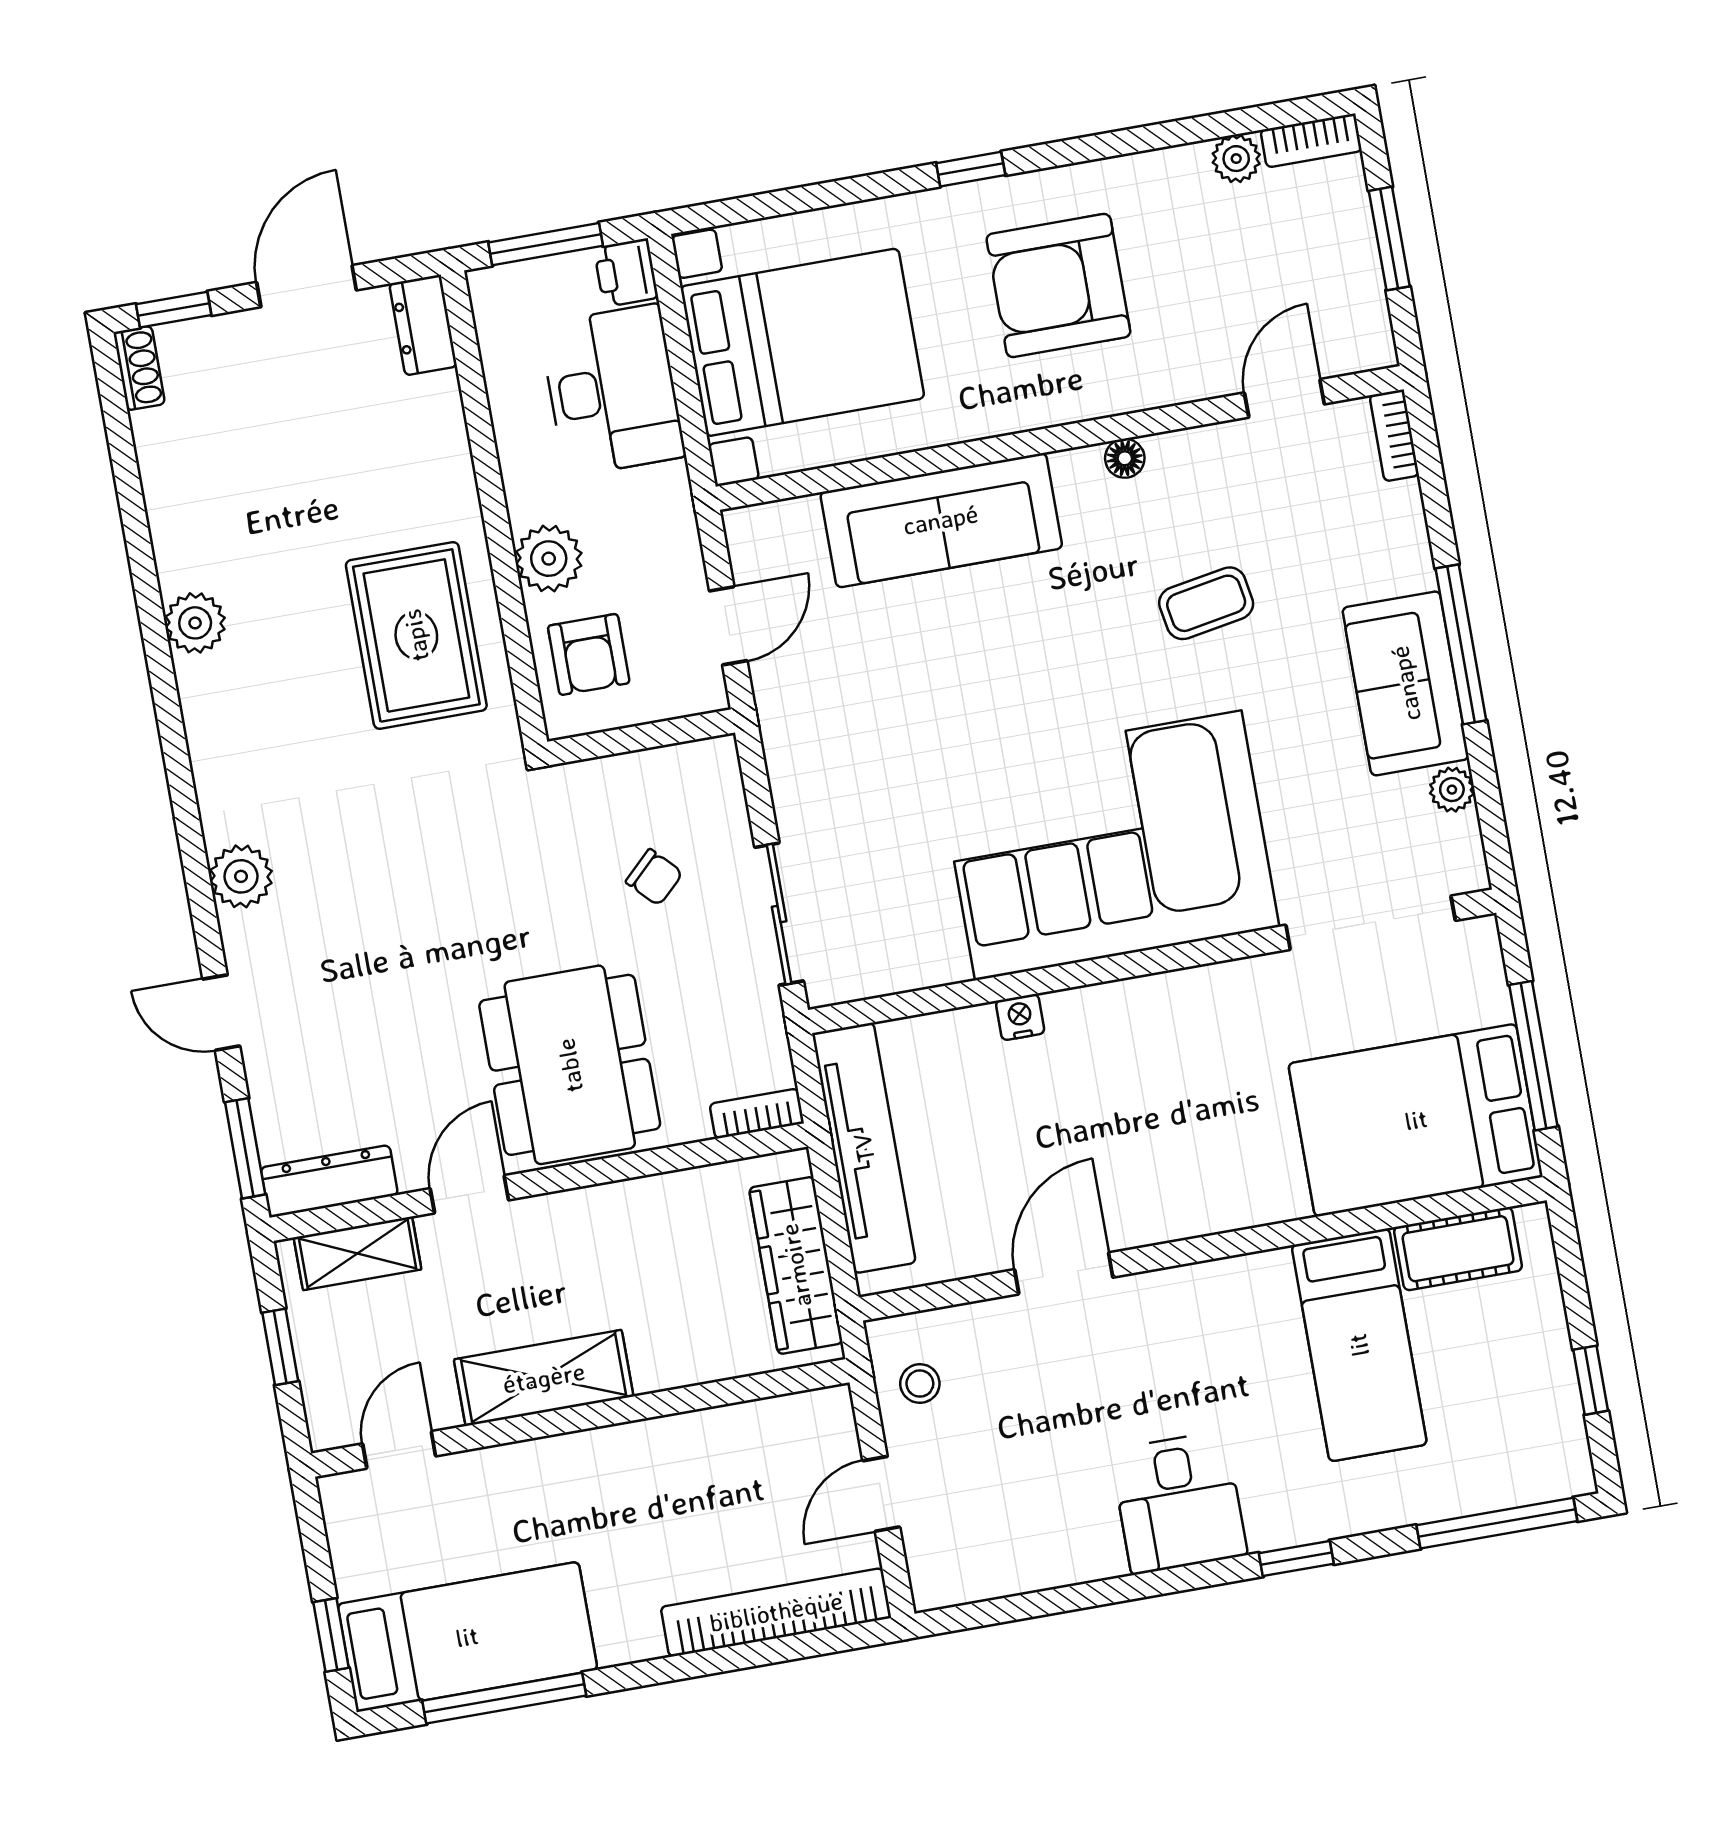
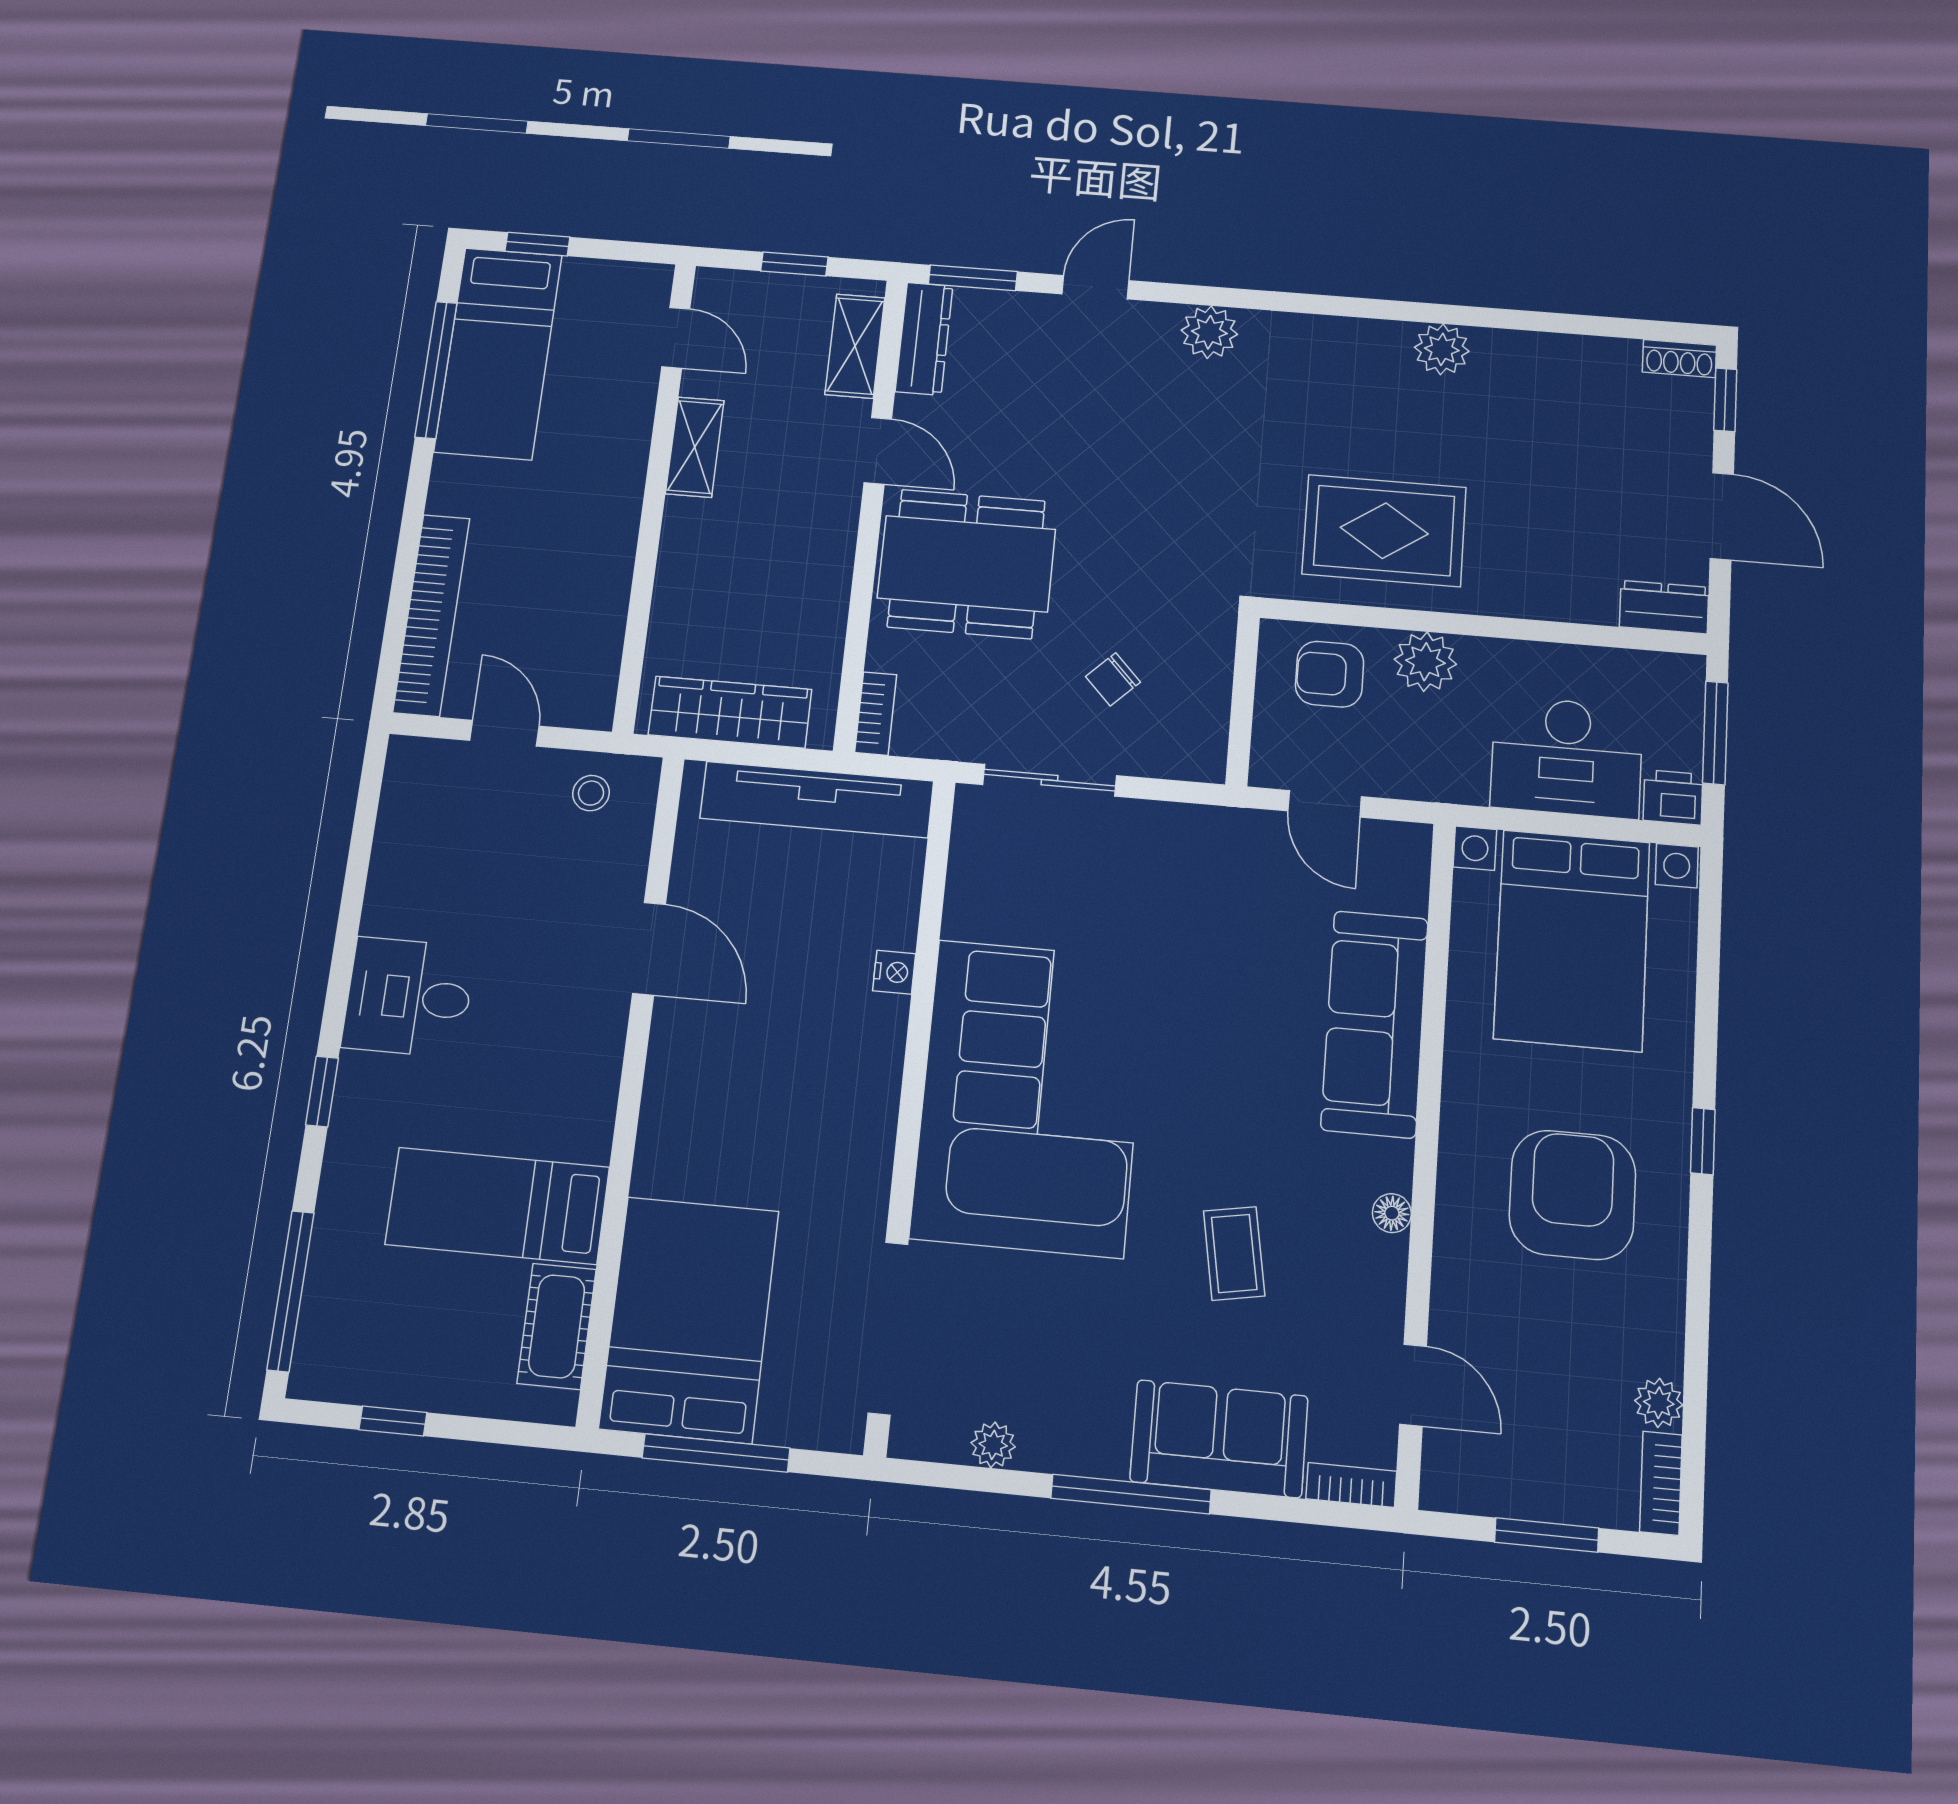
sofa: (1406, 683) -> (1219, 1439), moved
shelving: (544, 1378) -> (695, 447), width x0.67, depth x0.75

